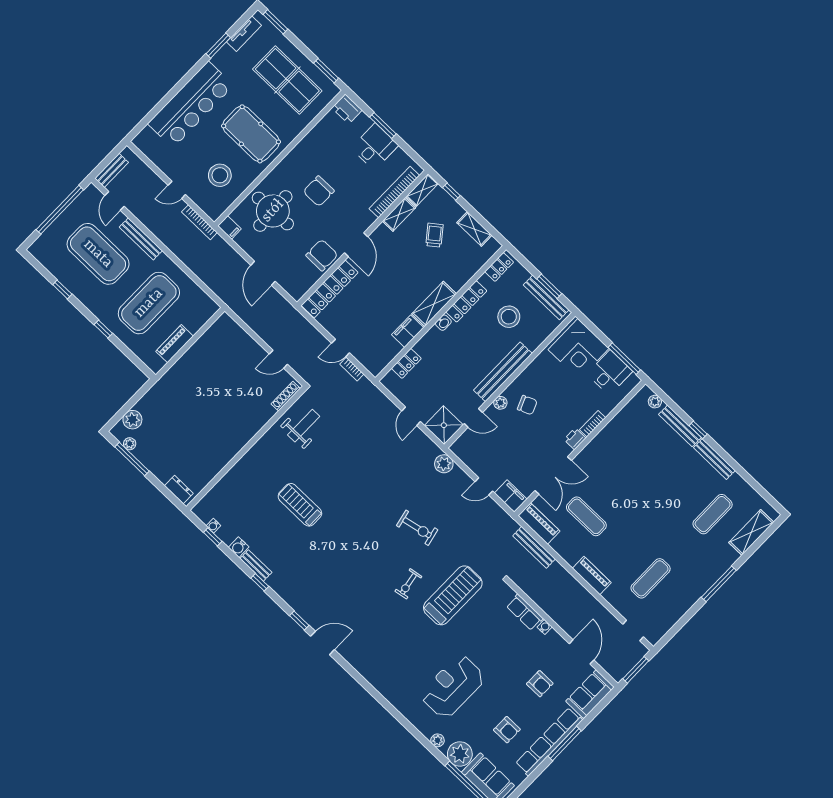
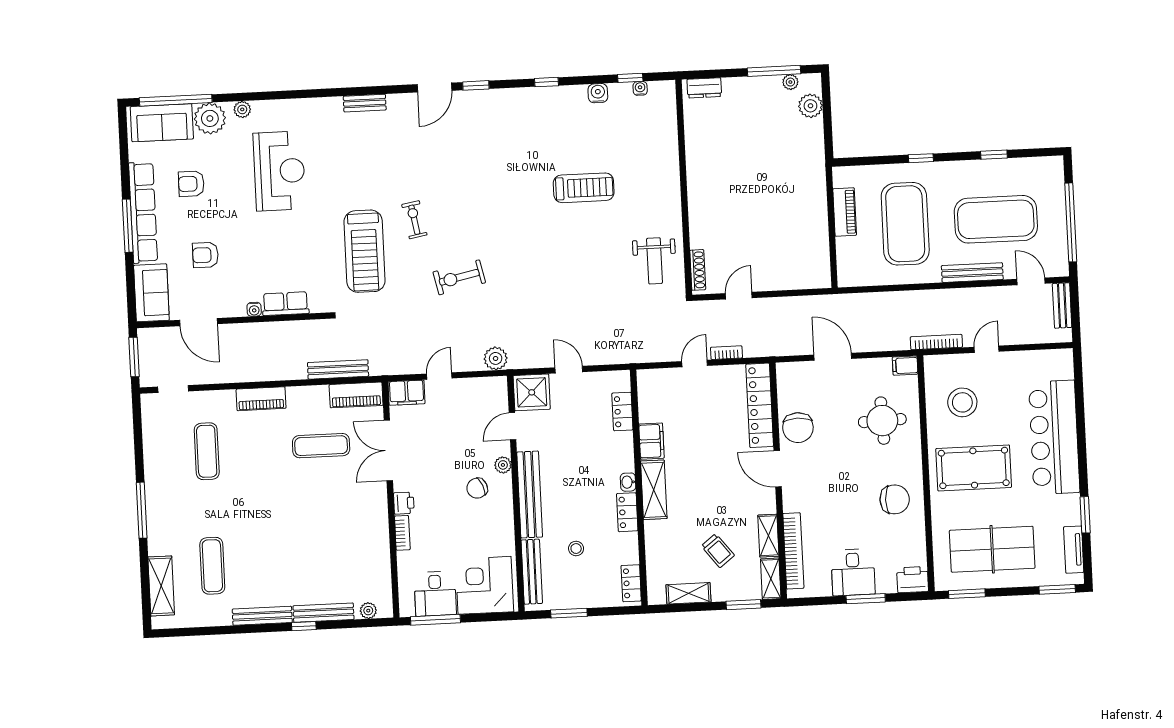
chair: (319, 191) -> (895, 499), moved, turned 90
window: (451, 192) -> (744, 605), width x1.50
round table: (273, 211) -> (882, 421), width x0.73, depth x0.73
bench: (546, 297) -> (532, 572), moved, turned 90
locker: (466, 301) -> (627, 512), width x0.66
stool: (509, 317) -> (576, 548), width x0.53, depth x0.53
bookcase: (352, 369) -> (726, 353), moved
bench: (256, 565) -> (365, 103), moved

